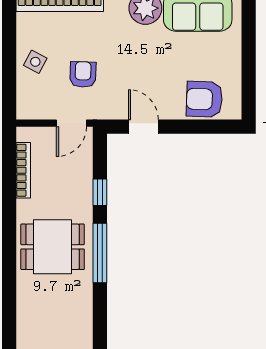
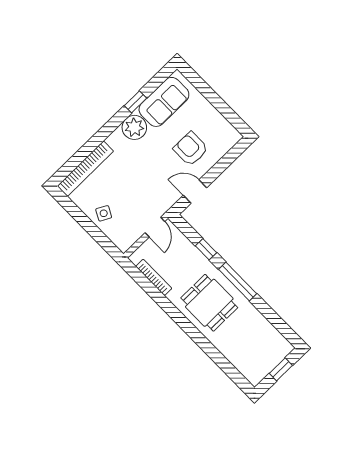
armchair: (83, 74) -> (136, 195), removed
armchair: (204, 99) -> (191, 149), moved, turned 88
dining table: (53, 247) -> (209, 303), turned 90

